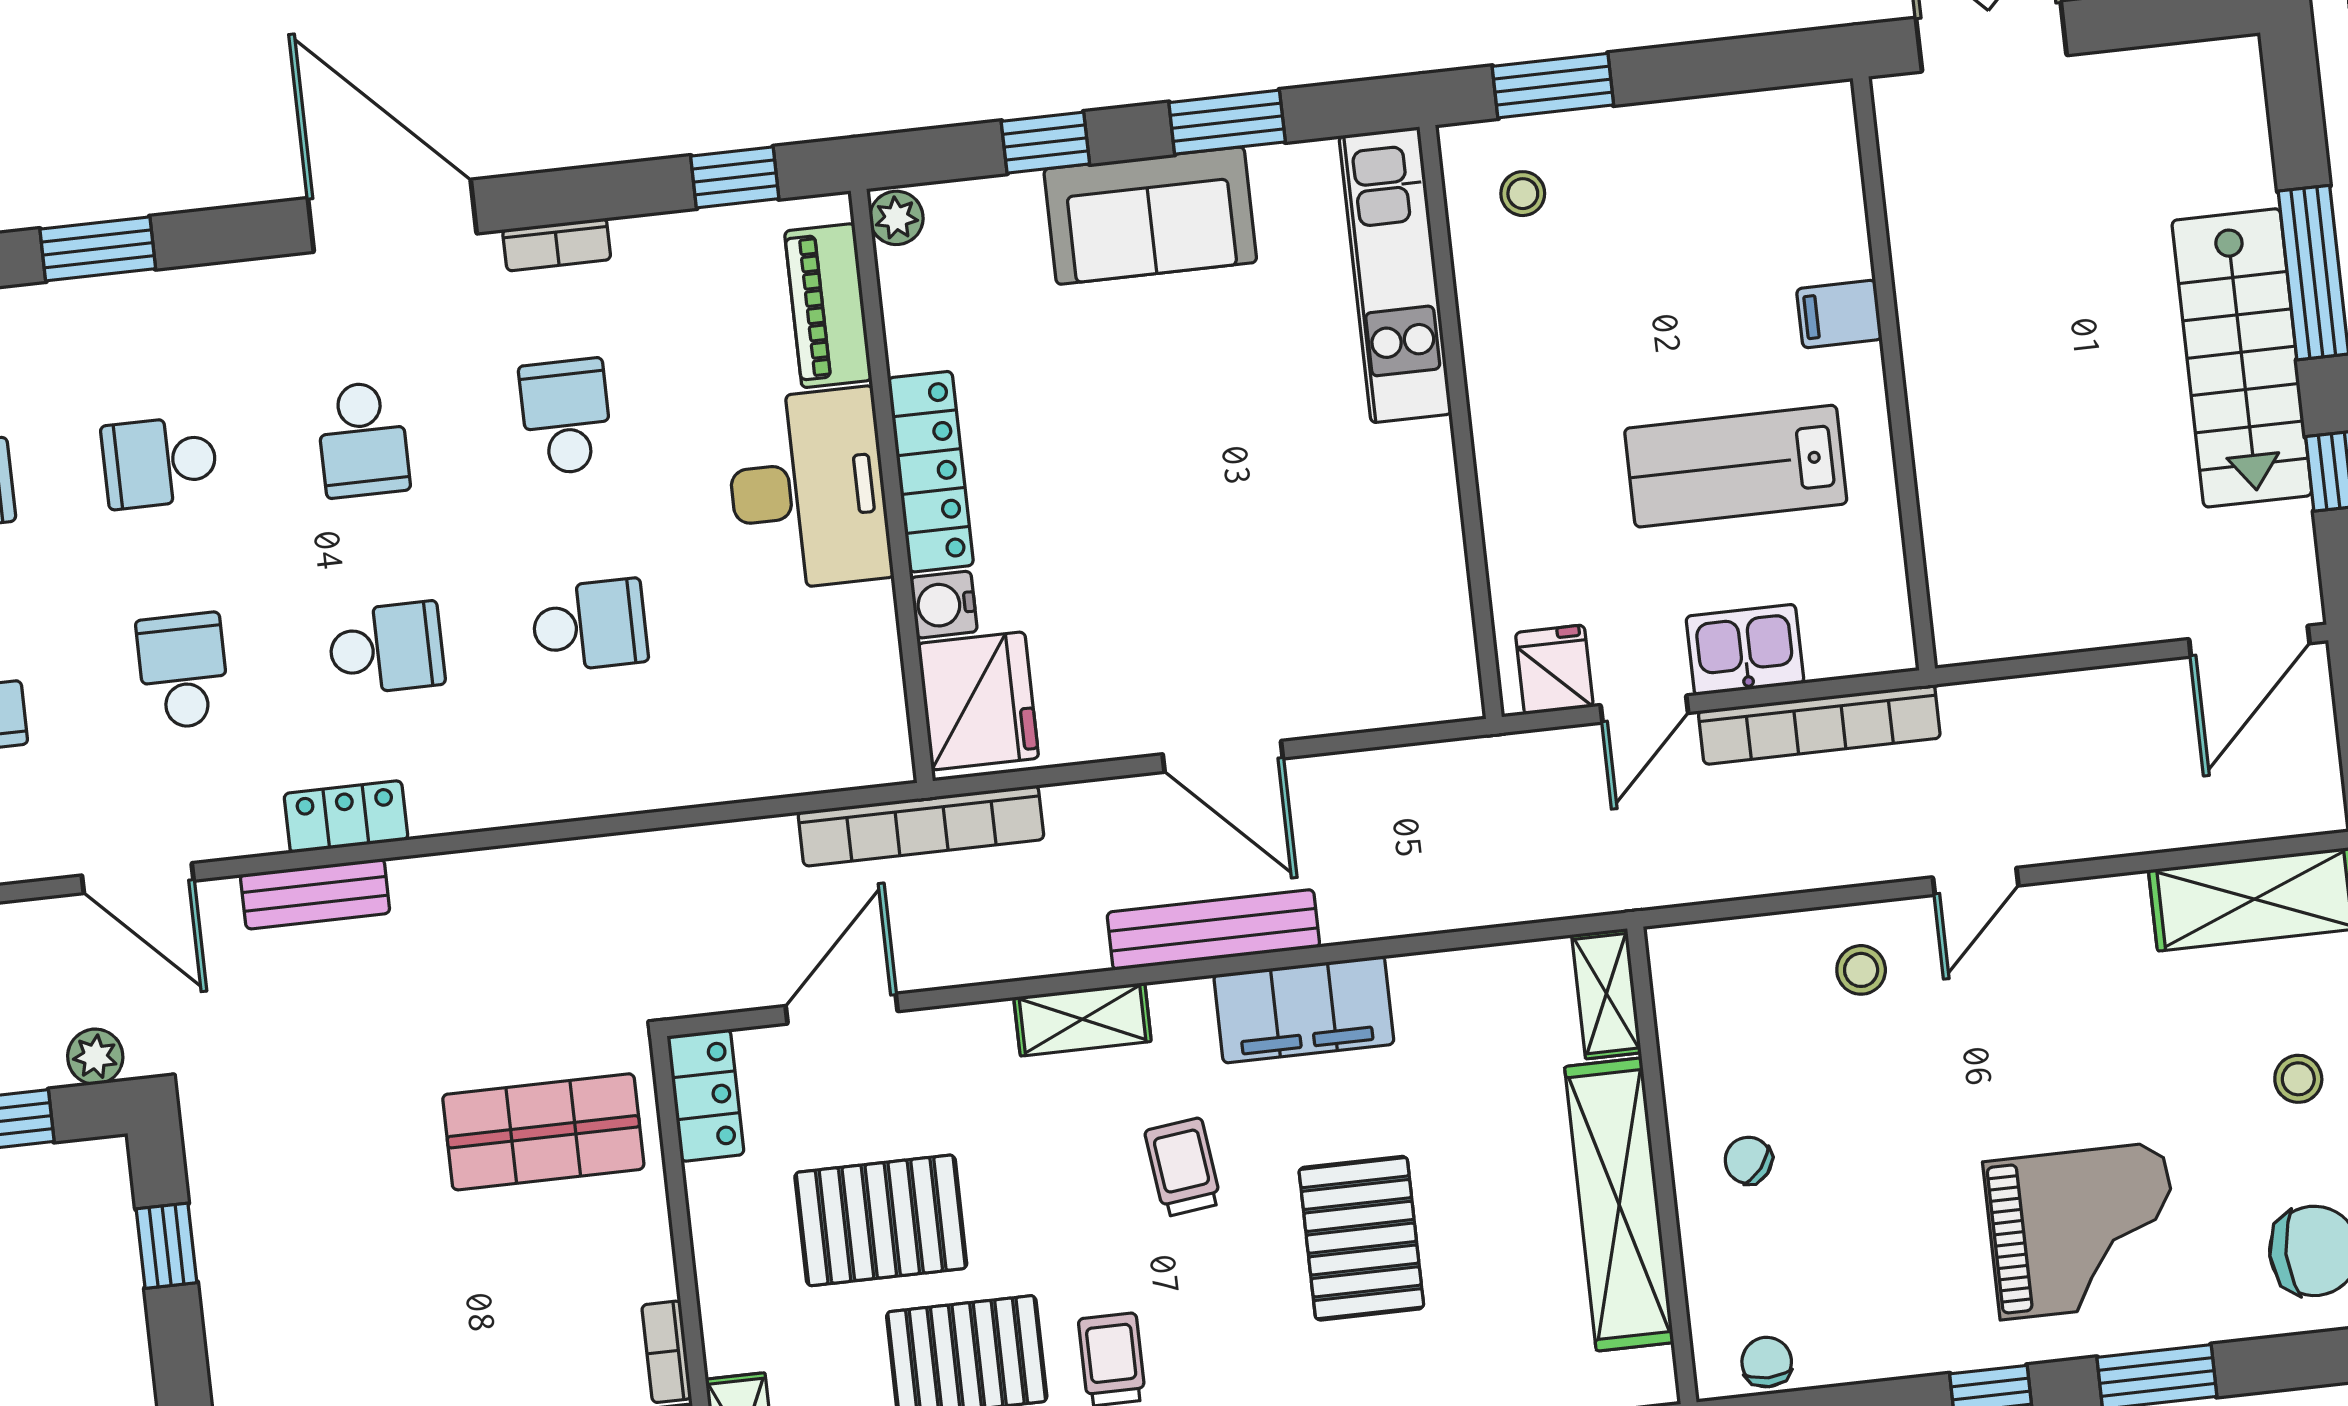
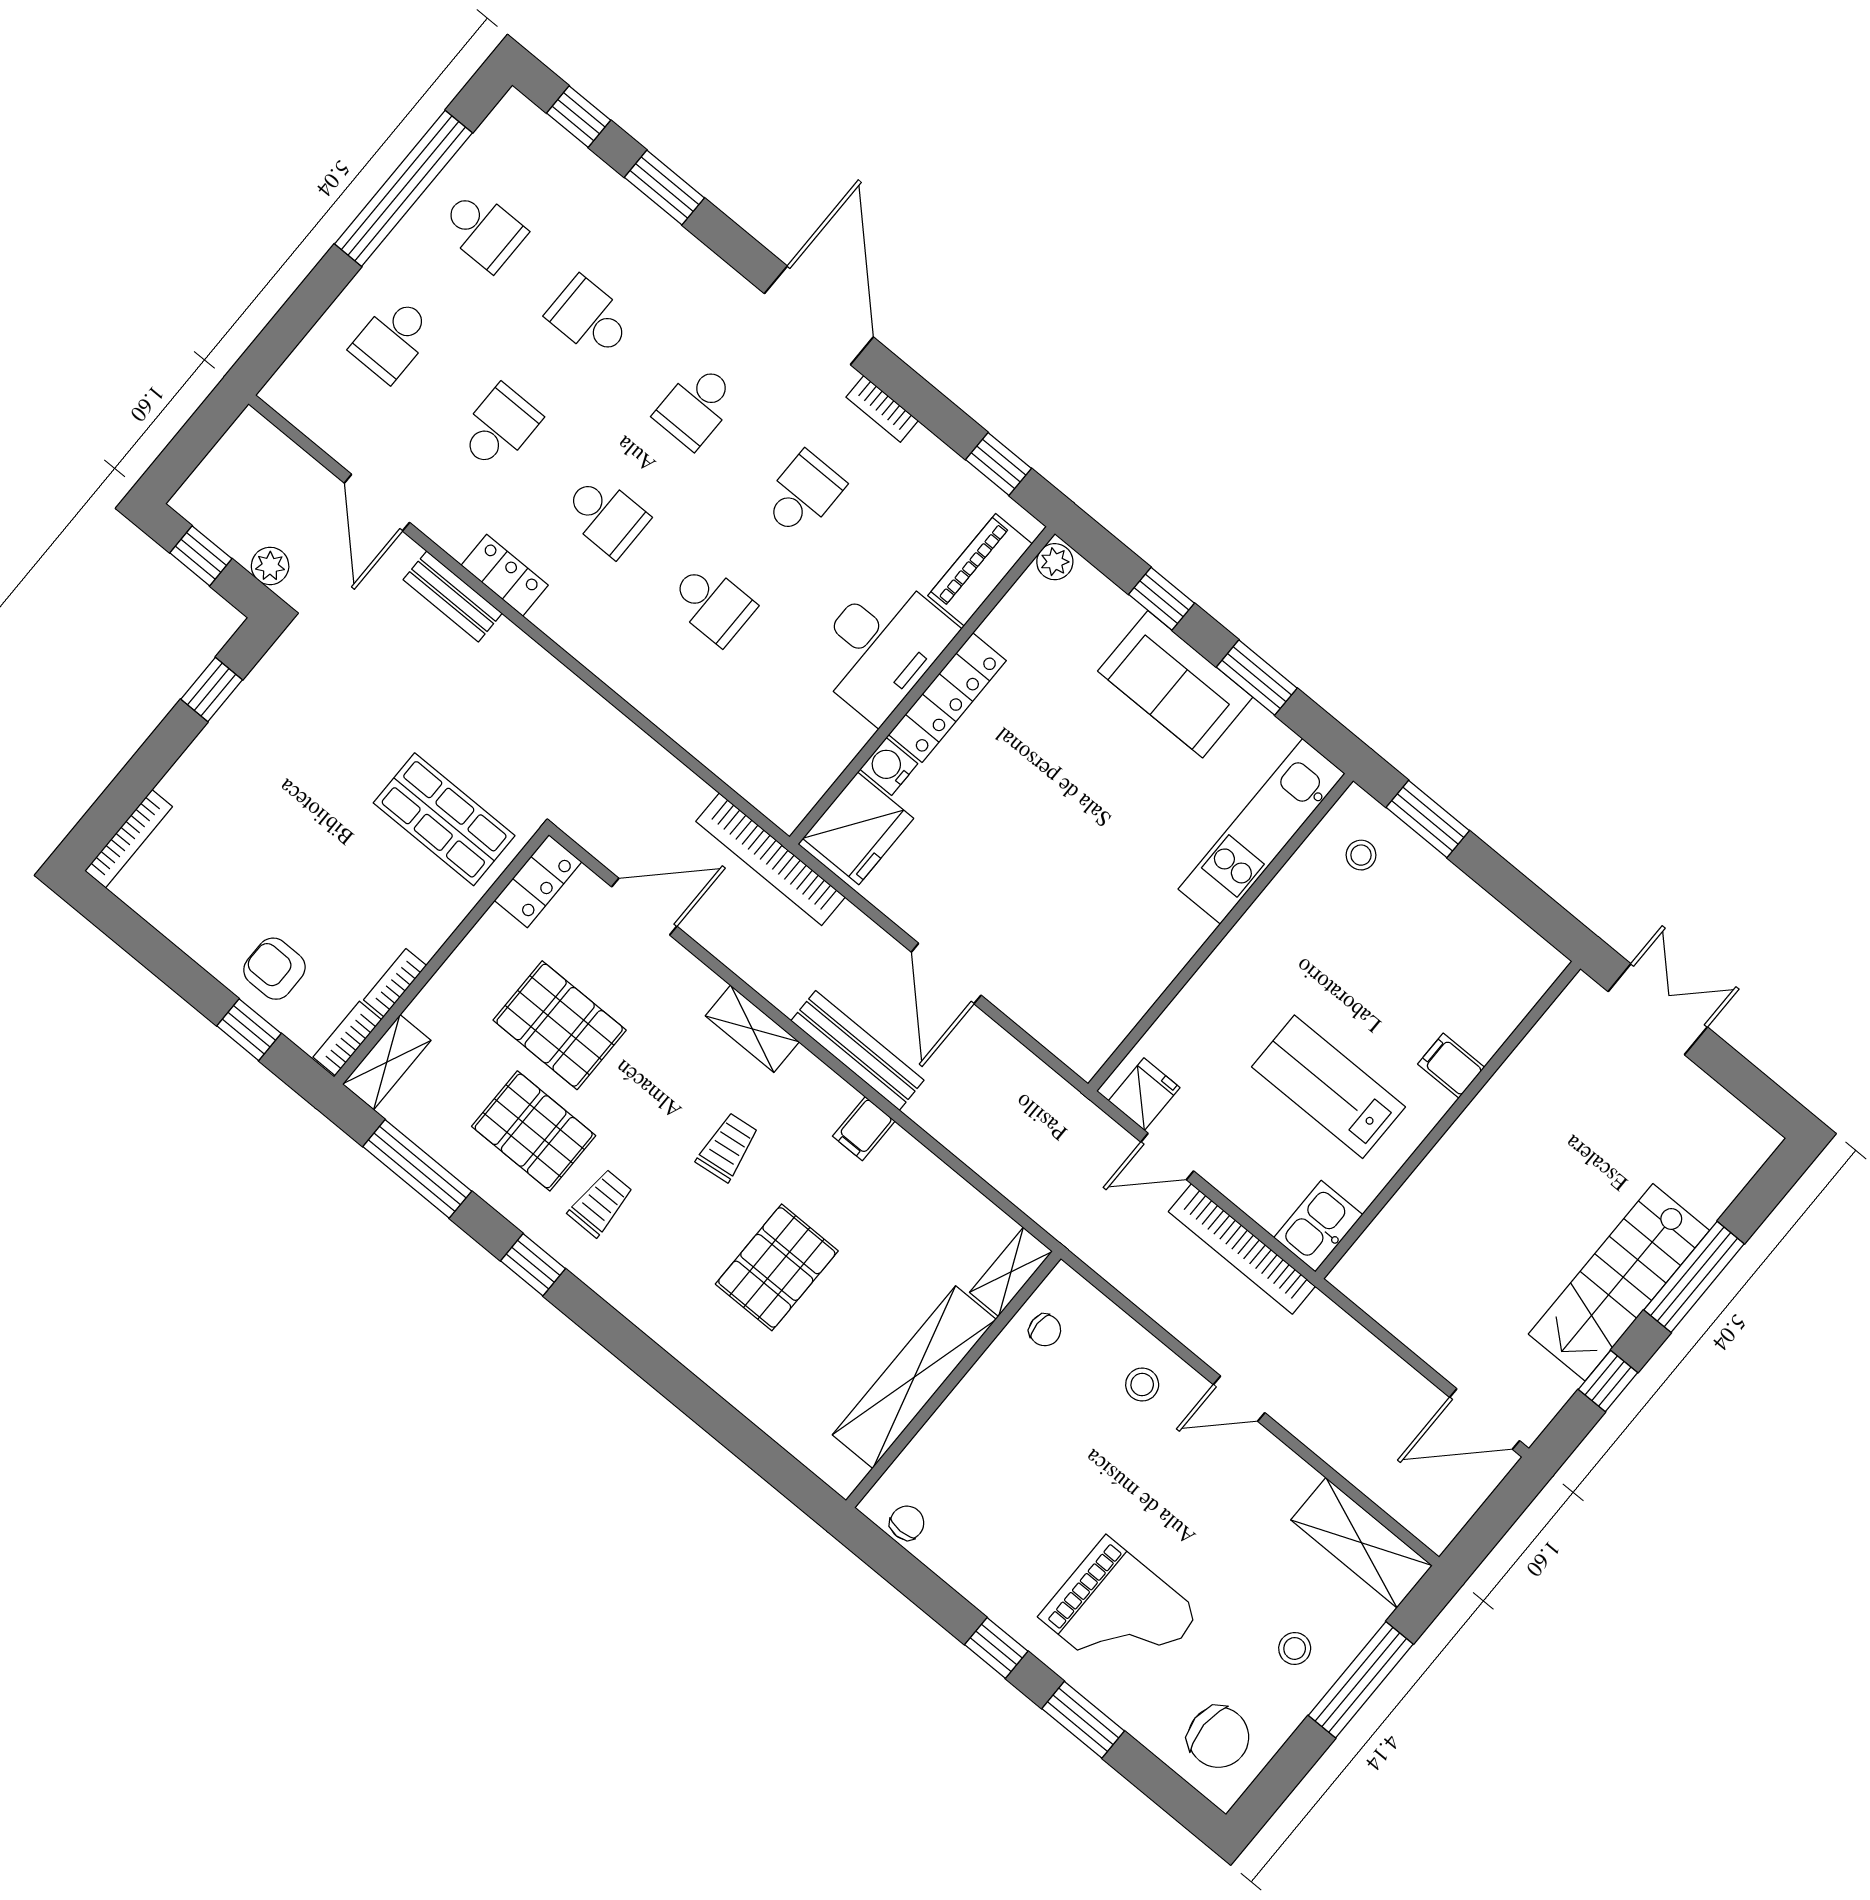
kitchen sink: (1745, 650) -> (1318, 1226), moved, turned -90
filing cabinet: (1304, 1009) -> (864, 1129), width x0.33, depth x0.86
chair: (1748, 1160) -> (1045, 1330), moved, turned 141

